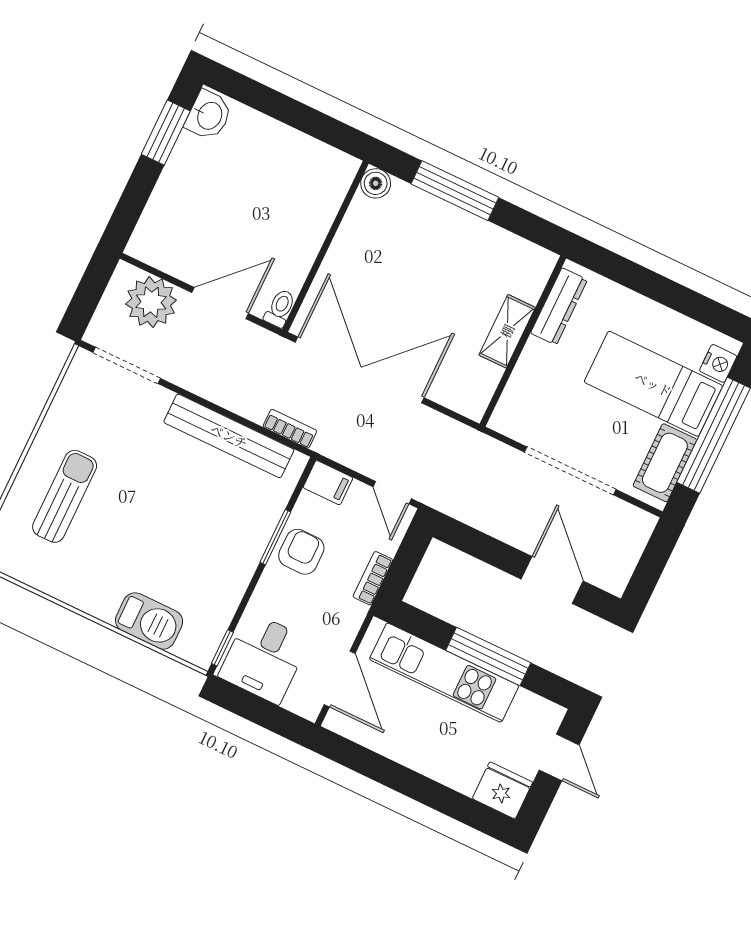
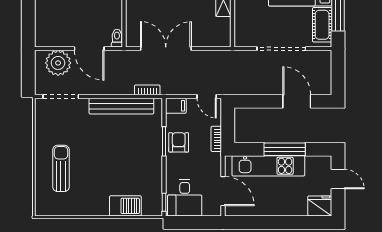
door: (220, 303) -> (89, 49), swing flipped
double door: (360, 370) -> (166, 49), width x0.73

